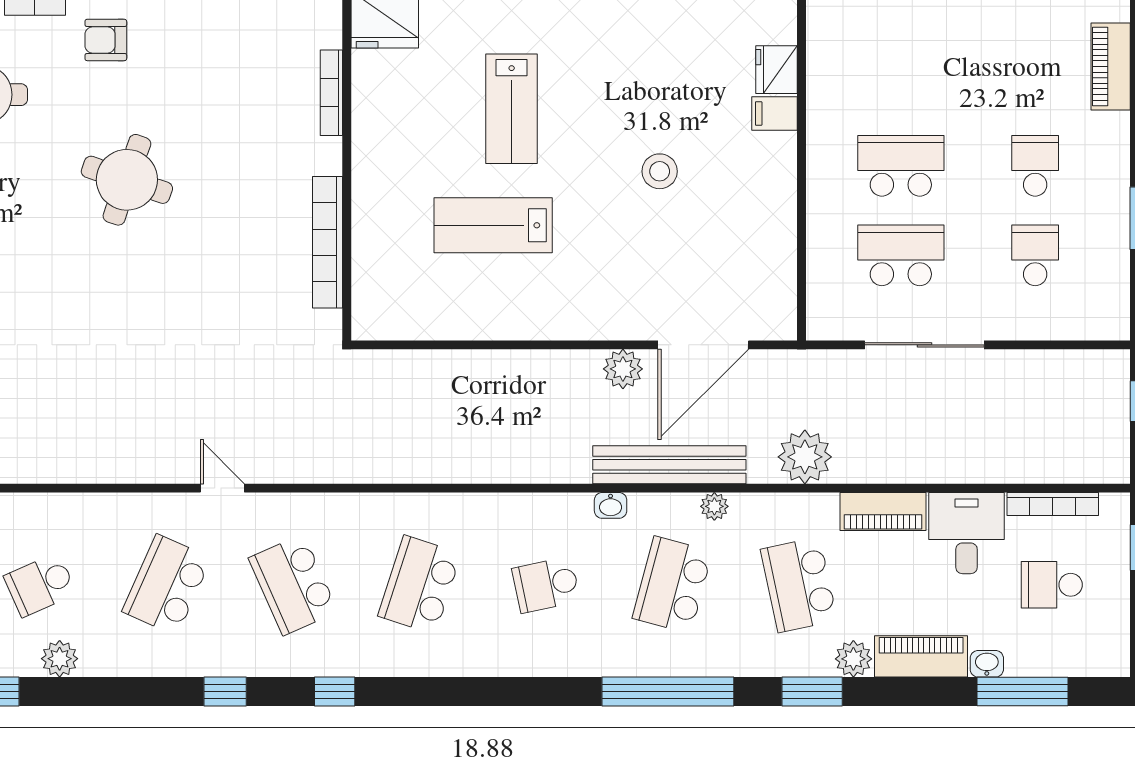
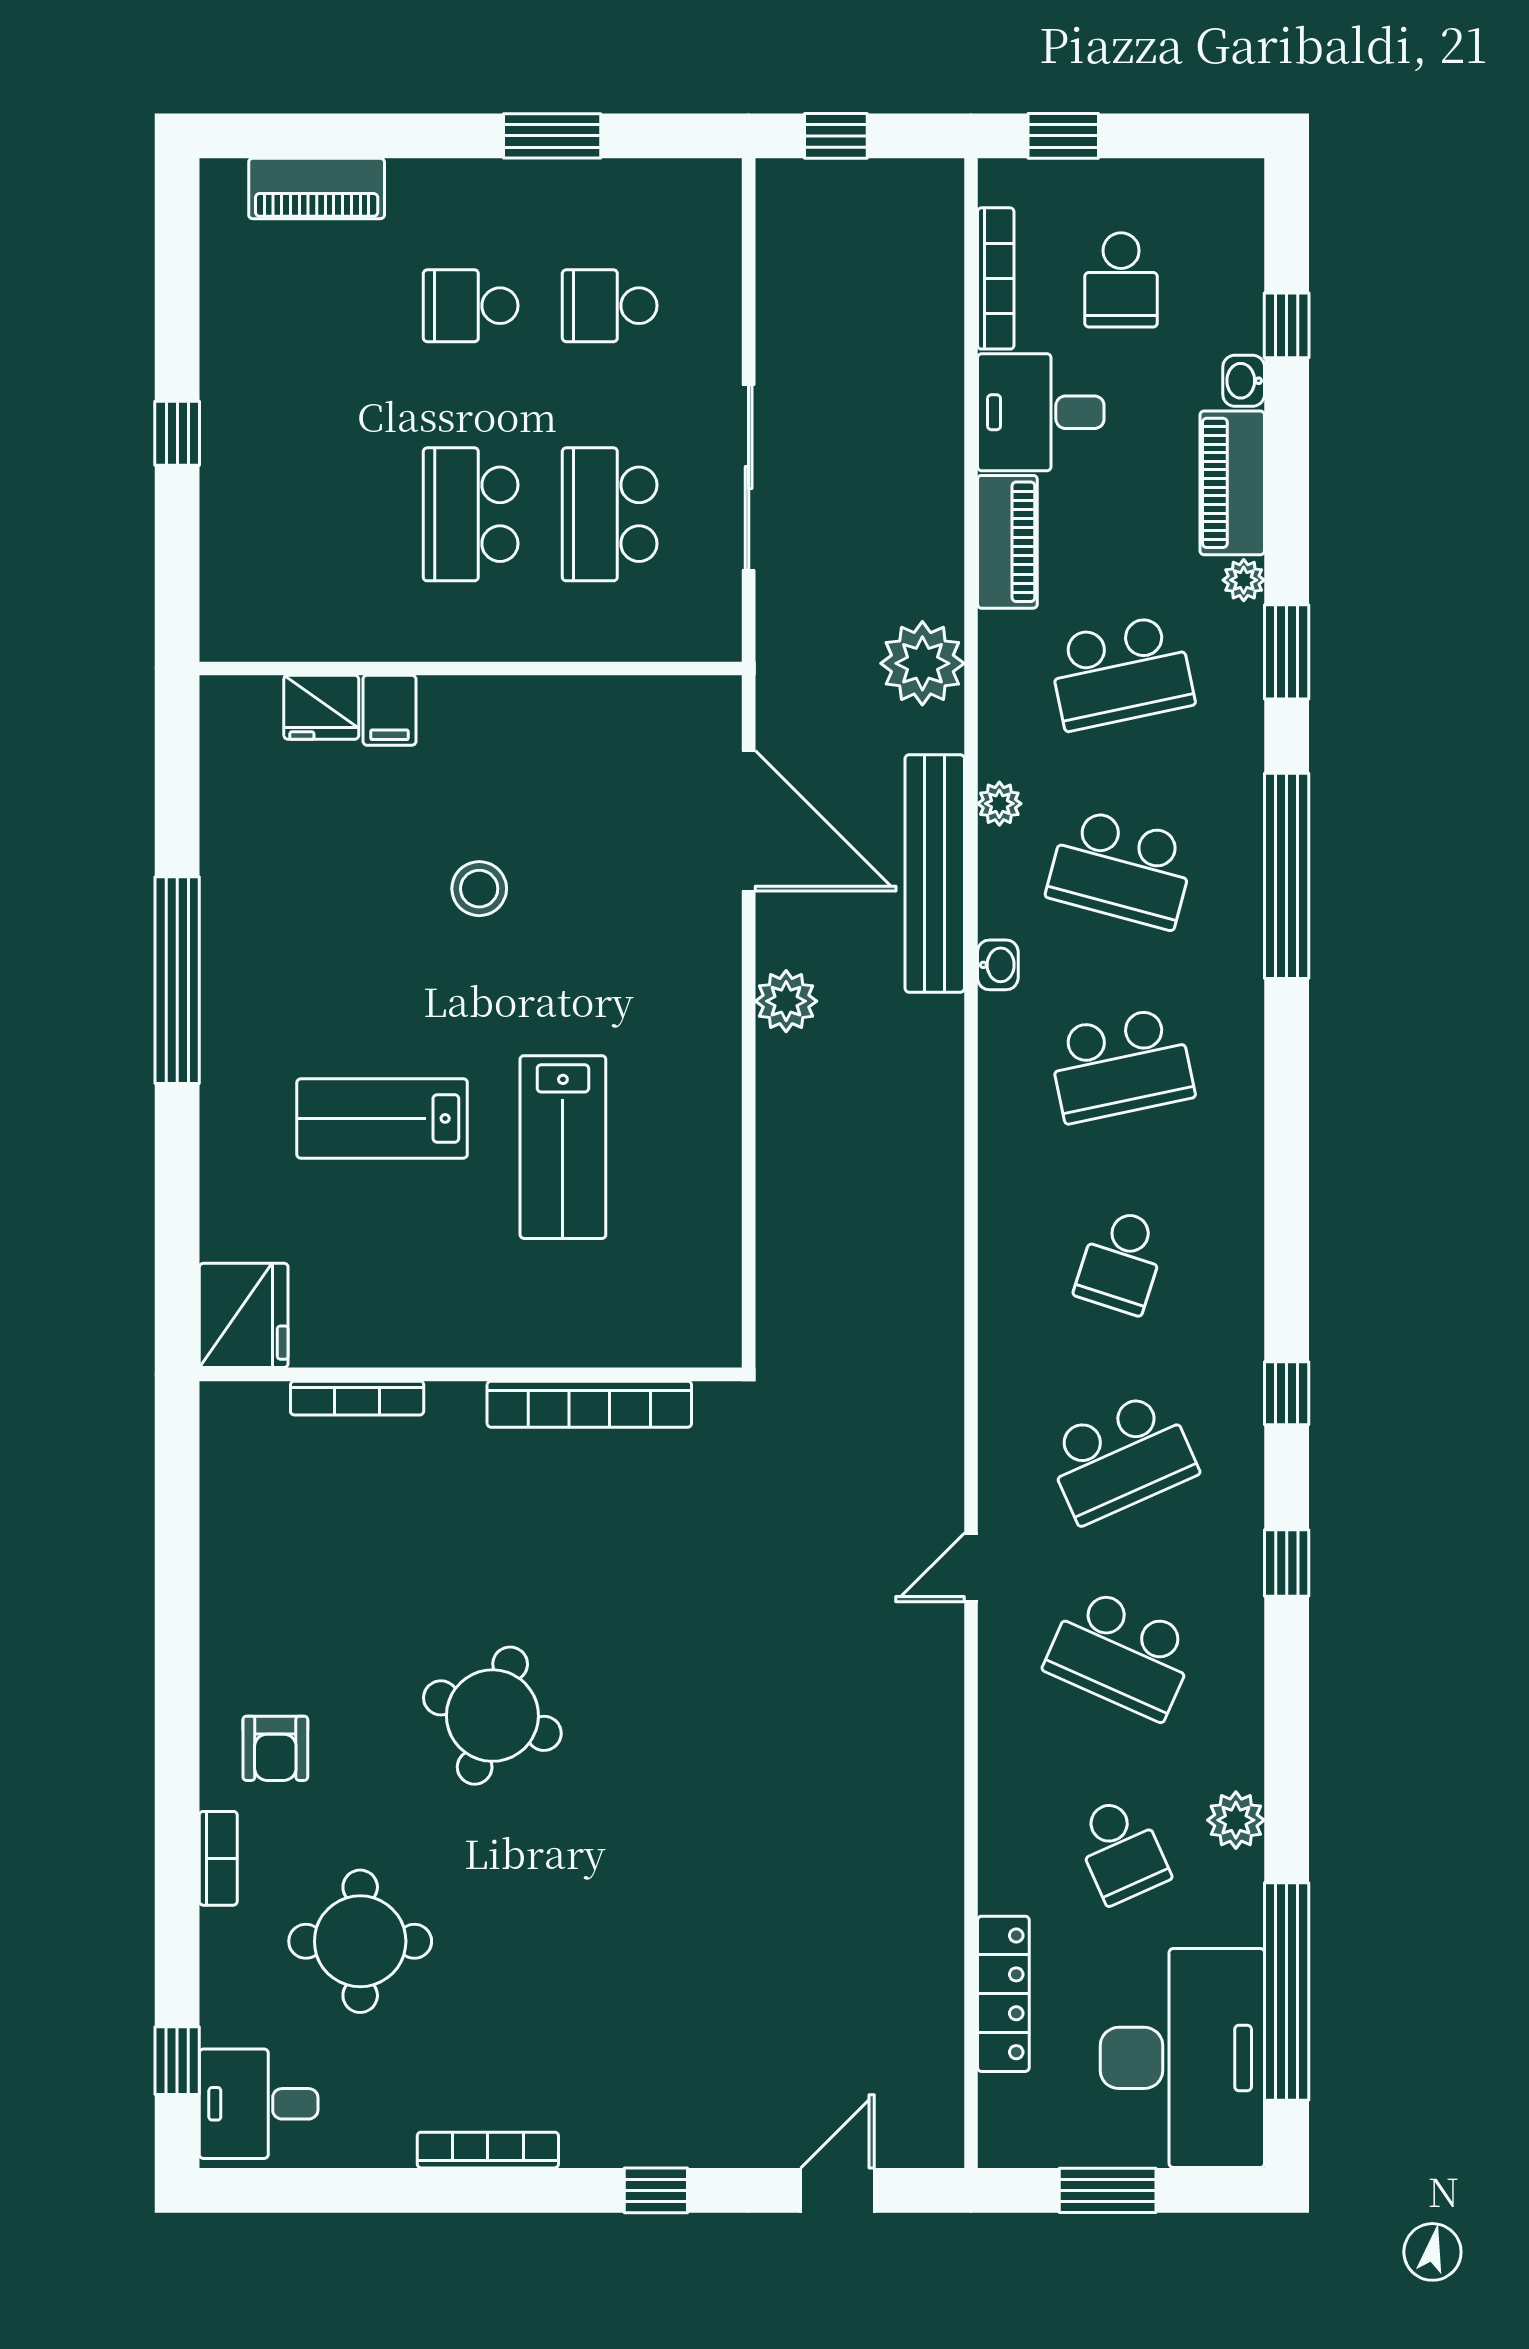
lab bench: (512, 109) -> (382, 1118), turned 180
plant: (623, 369) -> (786, 1001), moved
school desk: (420, 585) -> (1121, 1261), width x0.54
school desk: (546, 585) -> (1121, 1065), width x1.85
plant: (853, 659) -> (1244, 580), width x0.73, depth x0.73
window: (1022, 691) -> (1287, 325), width x0.46

